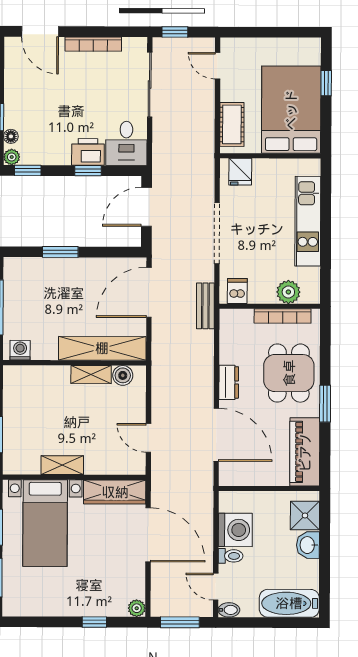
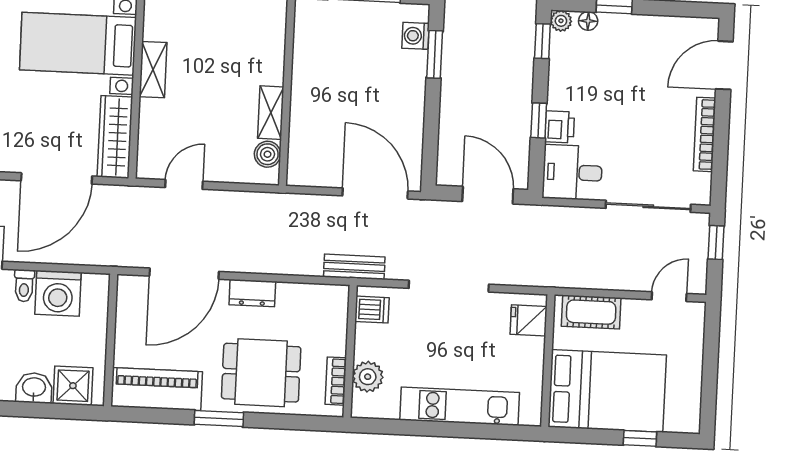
printer: (88, 152) -> (560, 127), width x0.73, depth x0.81
window: (60, 252) -> (435, 54), moved
bookcase: (283, 316) -> (336, 381), width x0.64
shelving: (102, 348) -> (304, 129), removed
washing machine: (20, 350) -> (415, 36), moved, turned 180

